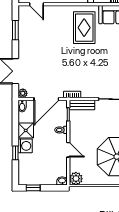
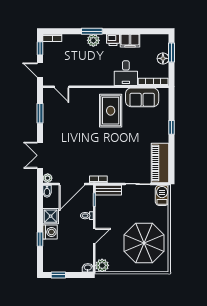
door: (68, 150) -> (94, 236), hinge flipped

